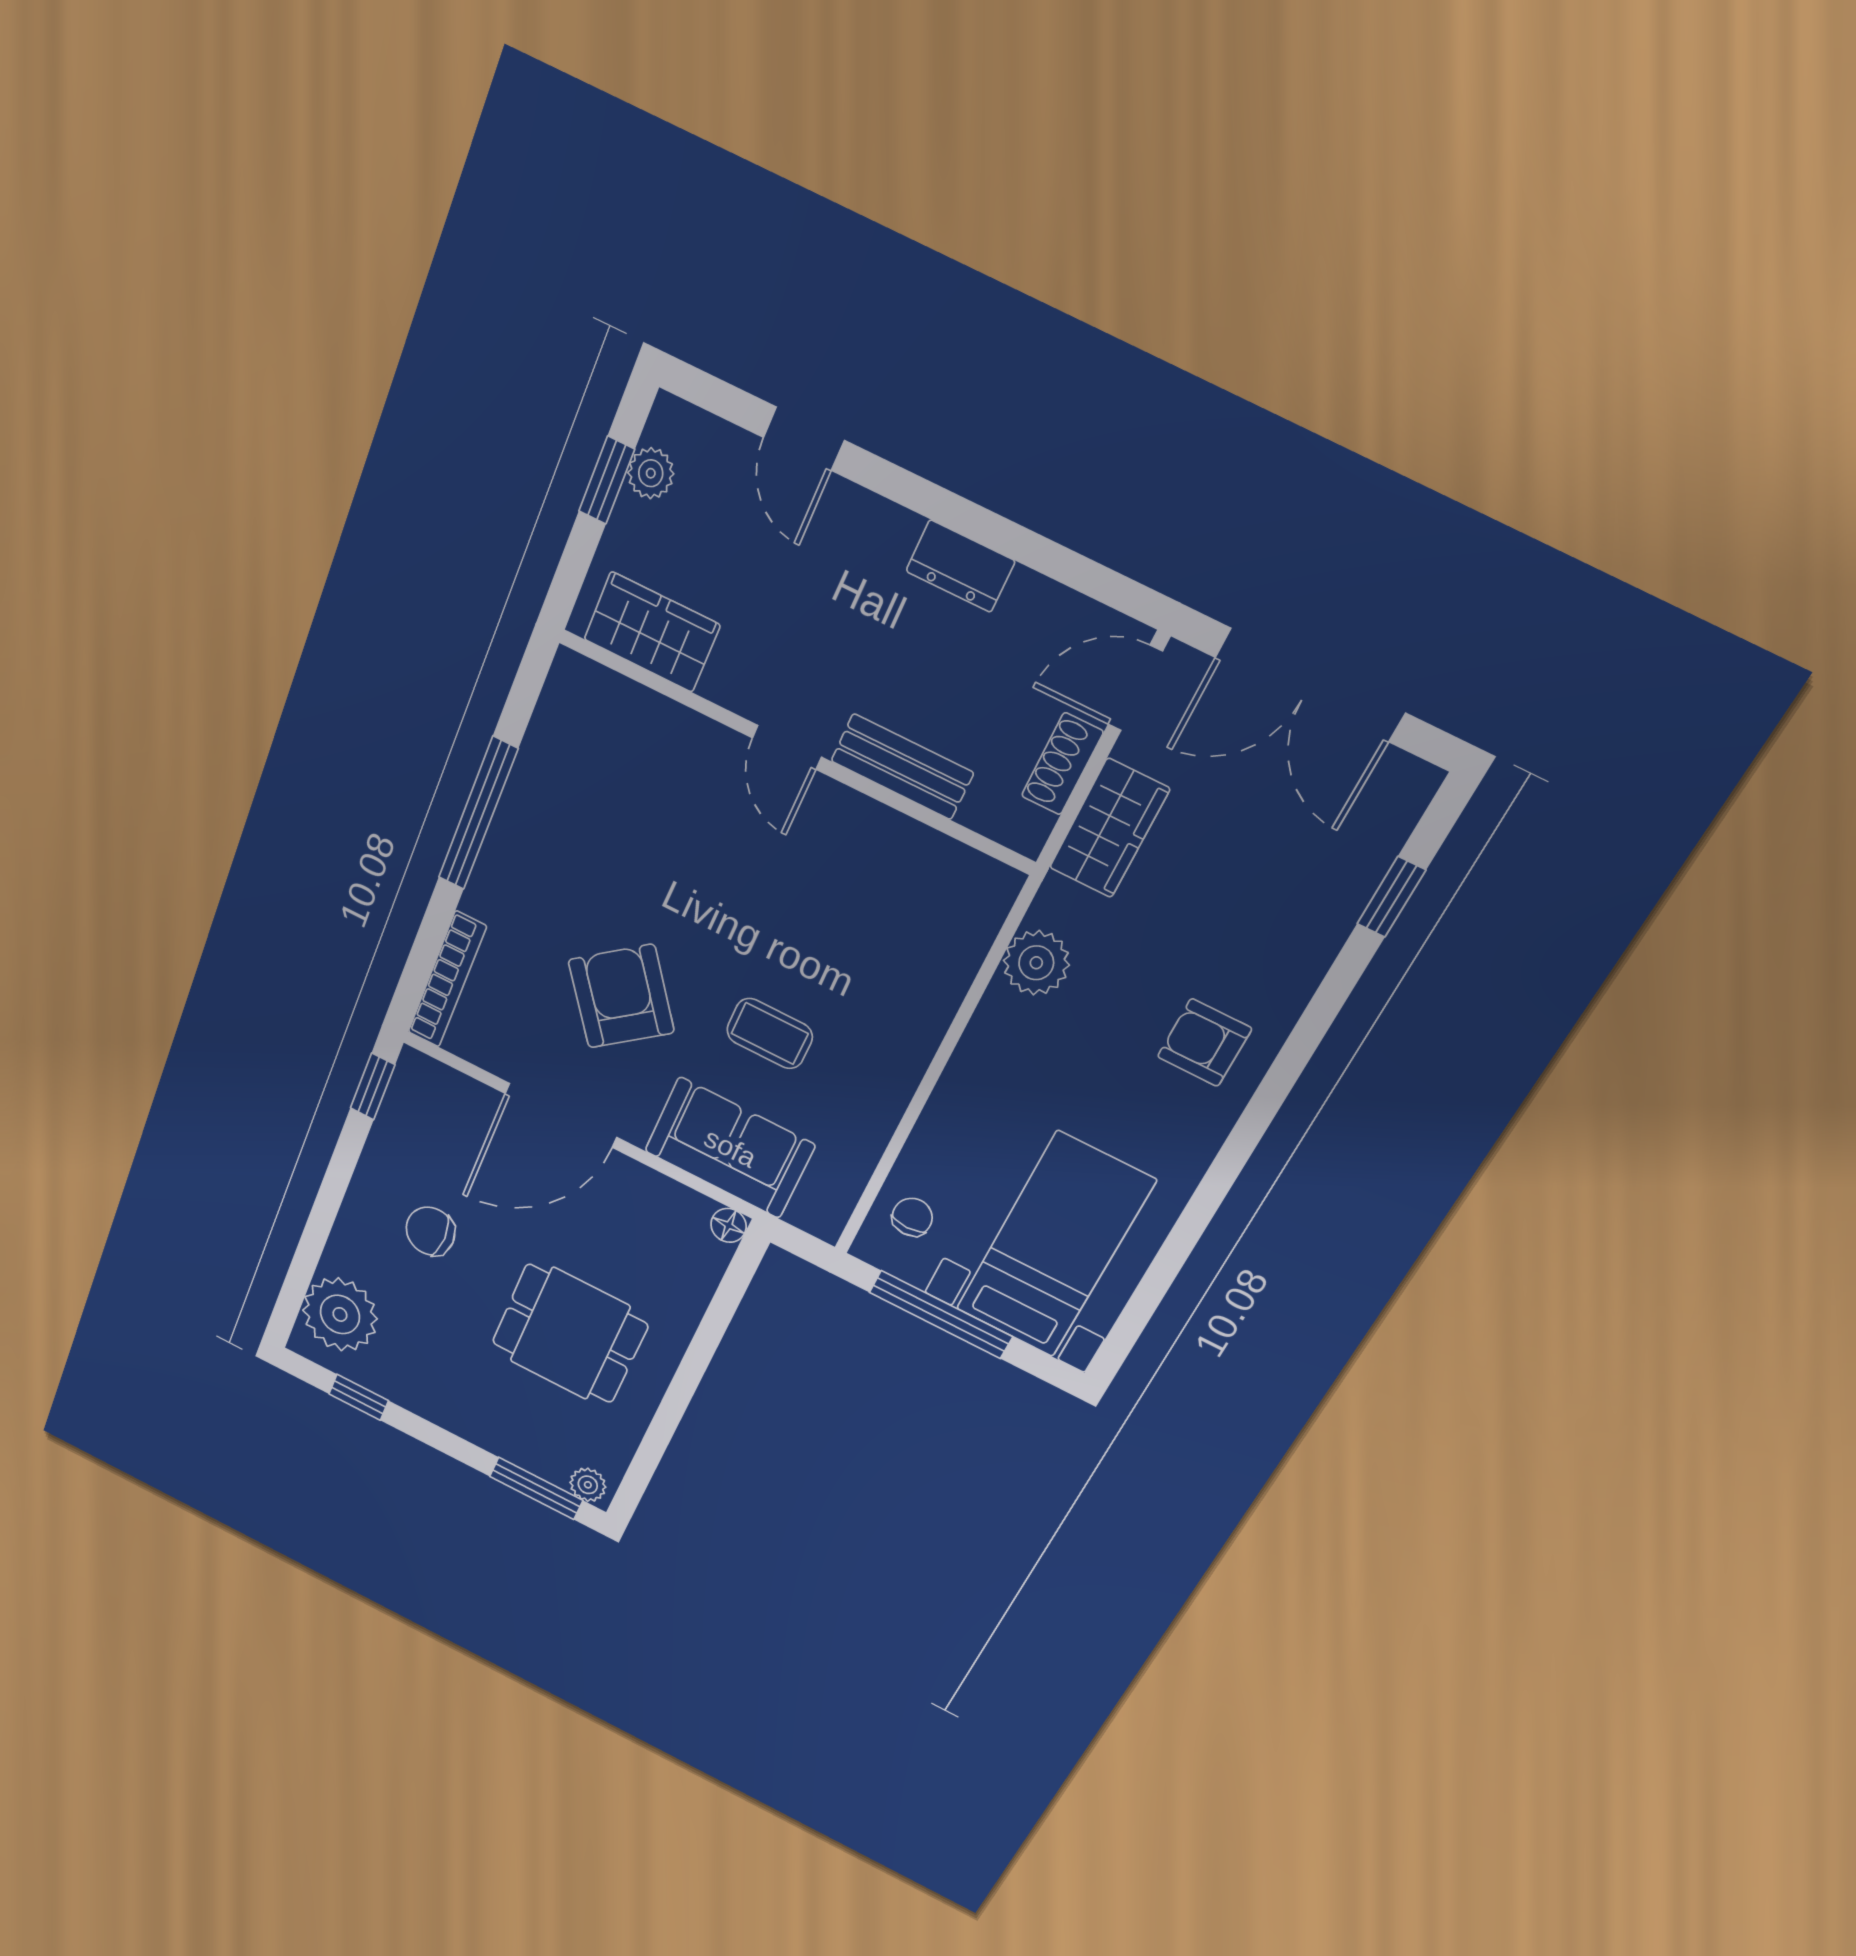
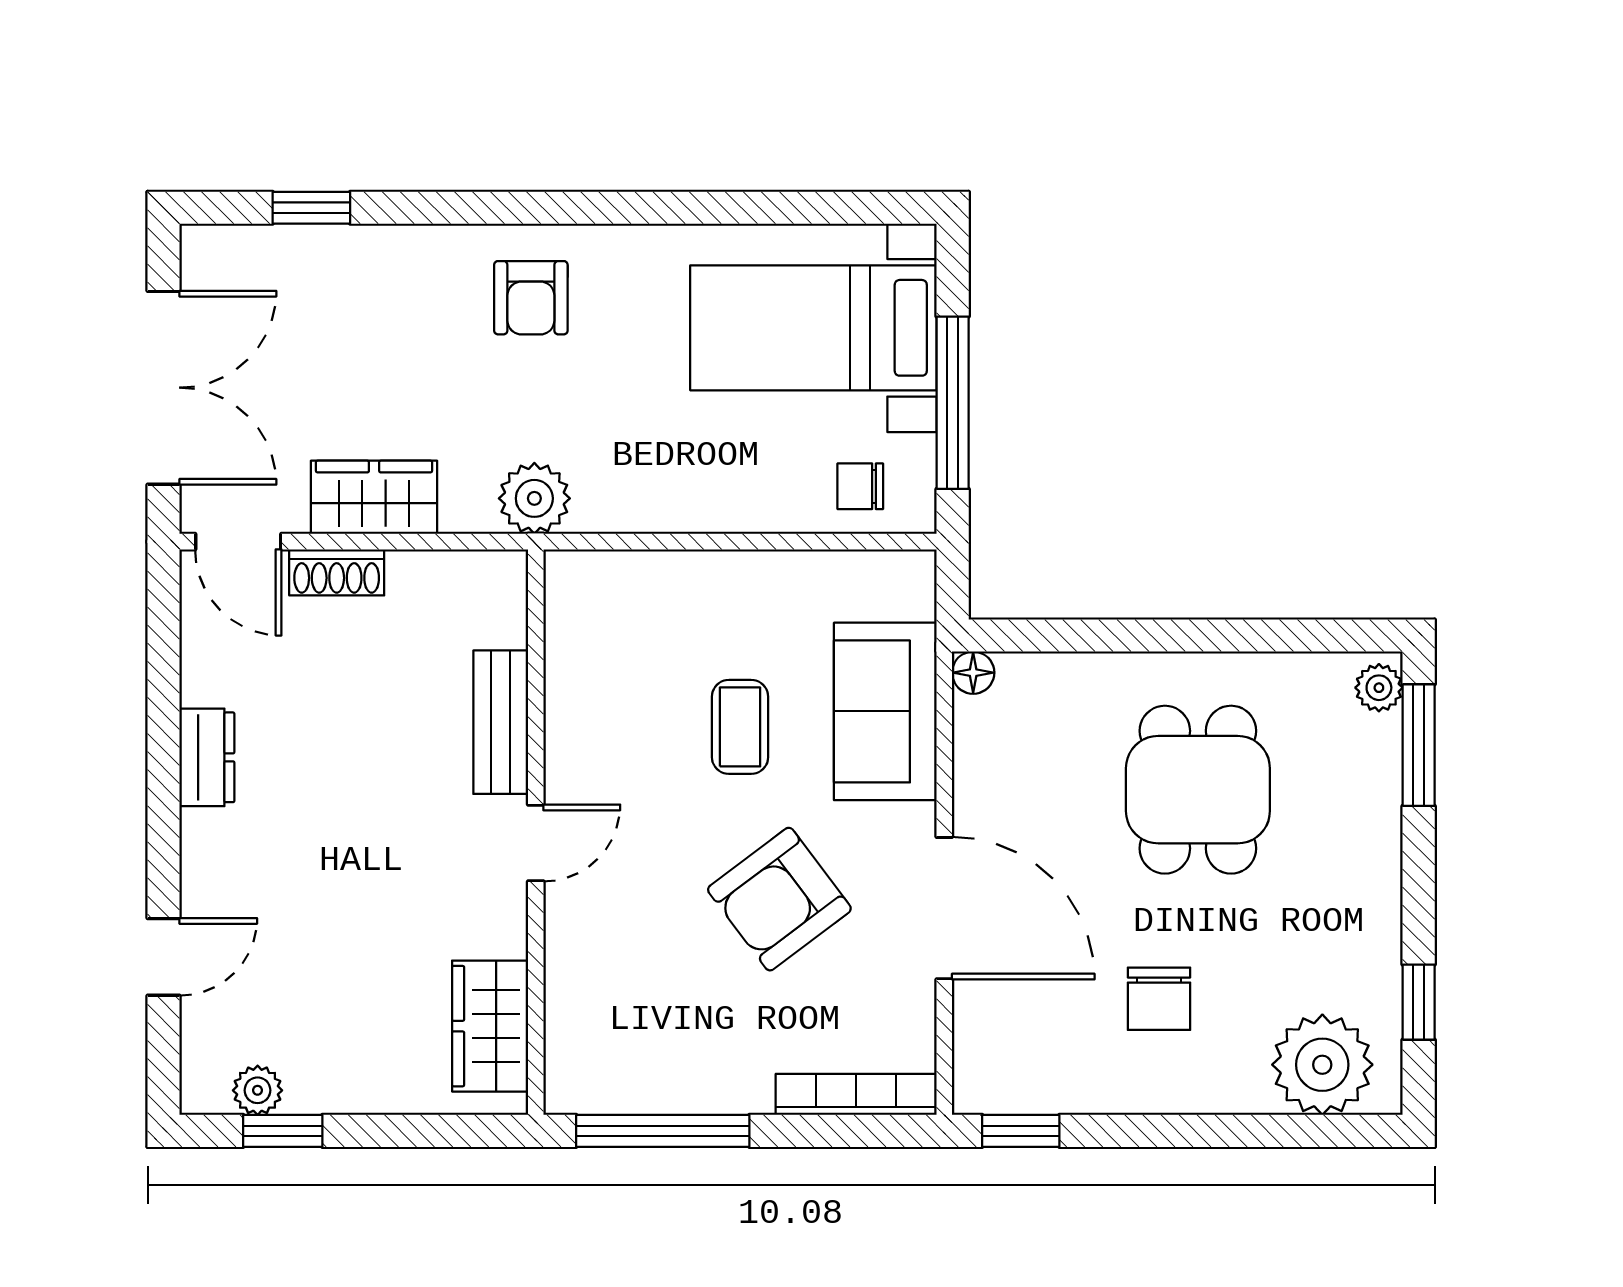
wardrobe: (652, 632) -> (490, 1026), moved
door: (787, 747) -> (536, 843), moved
wall: (796, 752) -> (536, 832), moved
bench: (902, 767) -> (501, 722), moved

